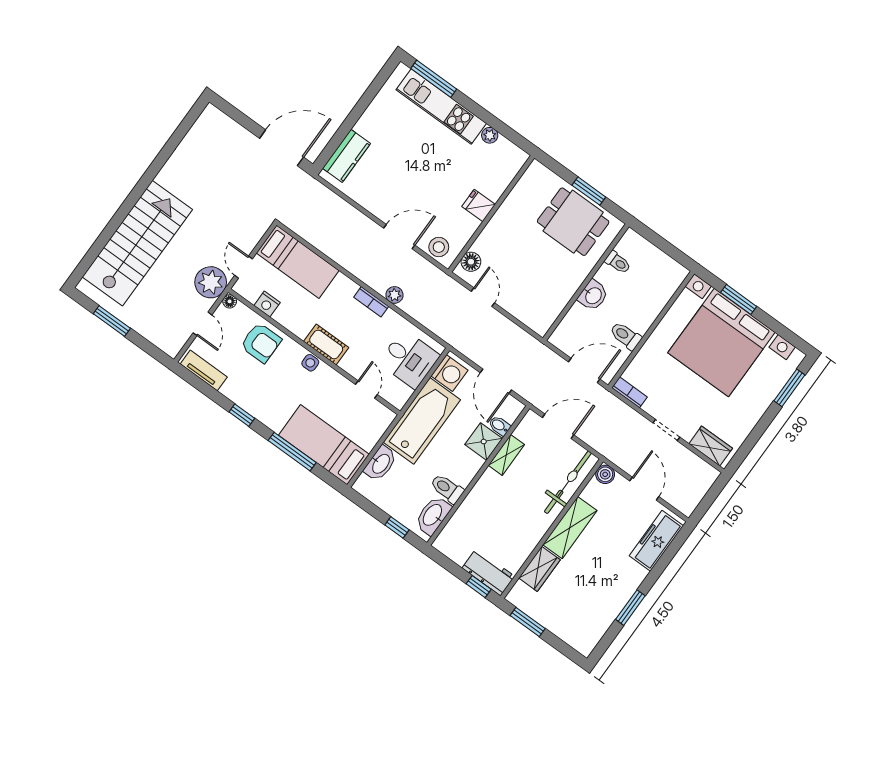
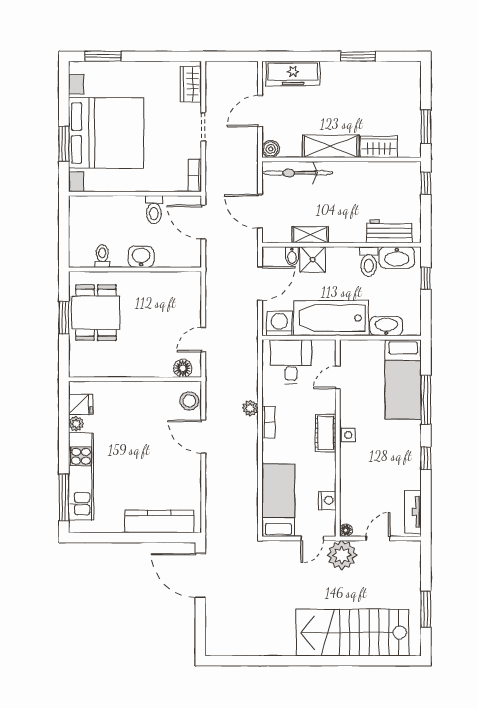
kitchen counter: (346, 156) -> (159, 521), width x1.50
fridge: (479, 206) -> (81, 404), moved, turned -90
armchair: (261, 343) -> (360, 484), removed
workbench: (488, 572) -> (389, 231), moved, turned 90

